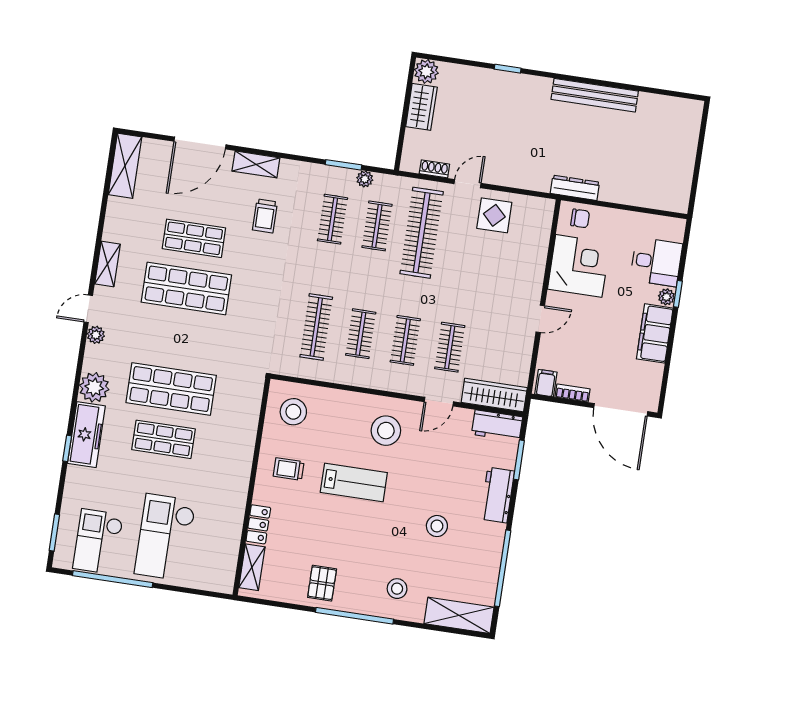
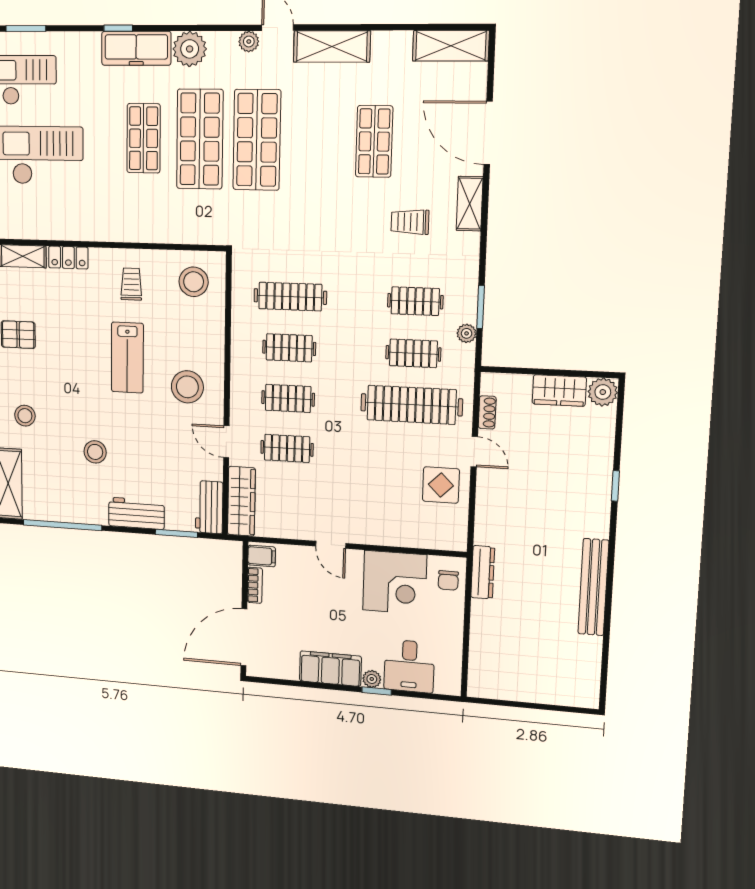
shelving: (107, 264) -> (332, 46), width x1.50, depth x1.33
shop shelf: (186, 289) -> (257, 140), moved

